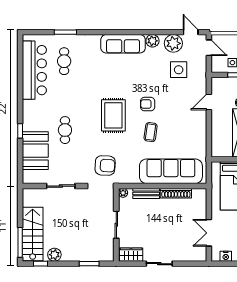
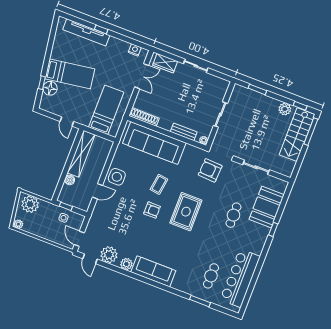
side table: (179, 70) -> (117, 177), moved
shoe rack: (176, 193) -> (144, 117), moved
wardrobe: (131, 255) -> (165, 63), moved

